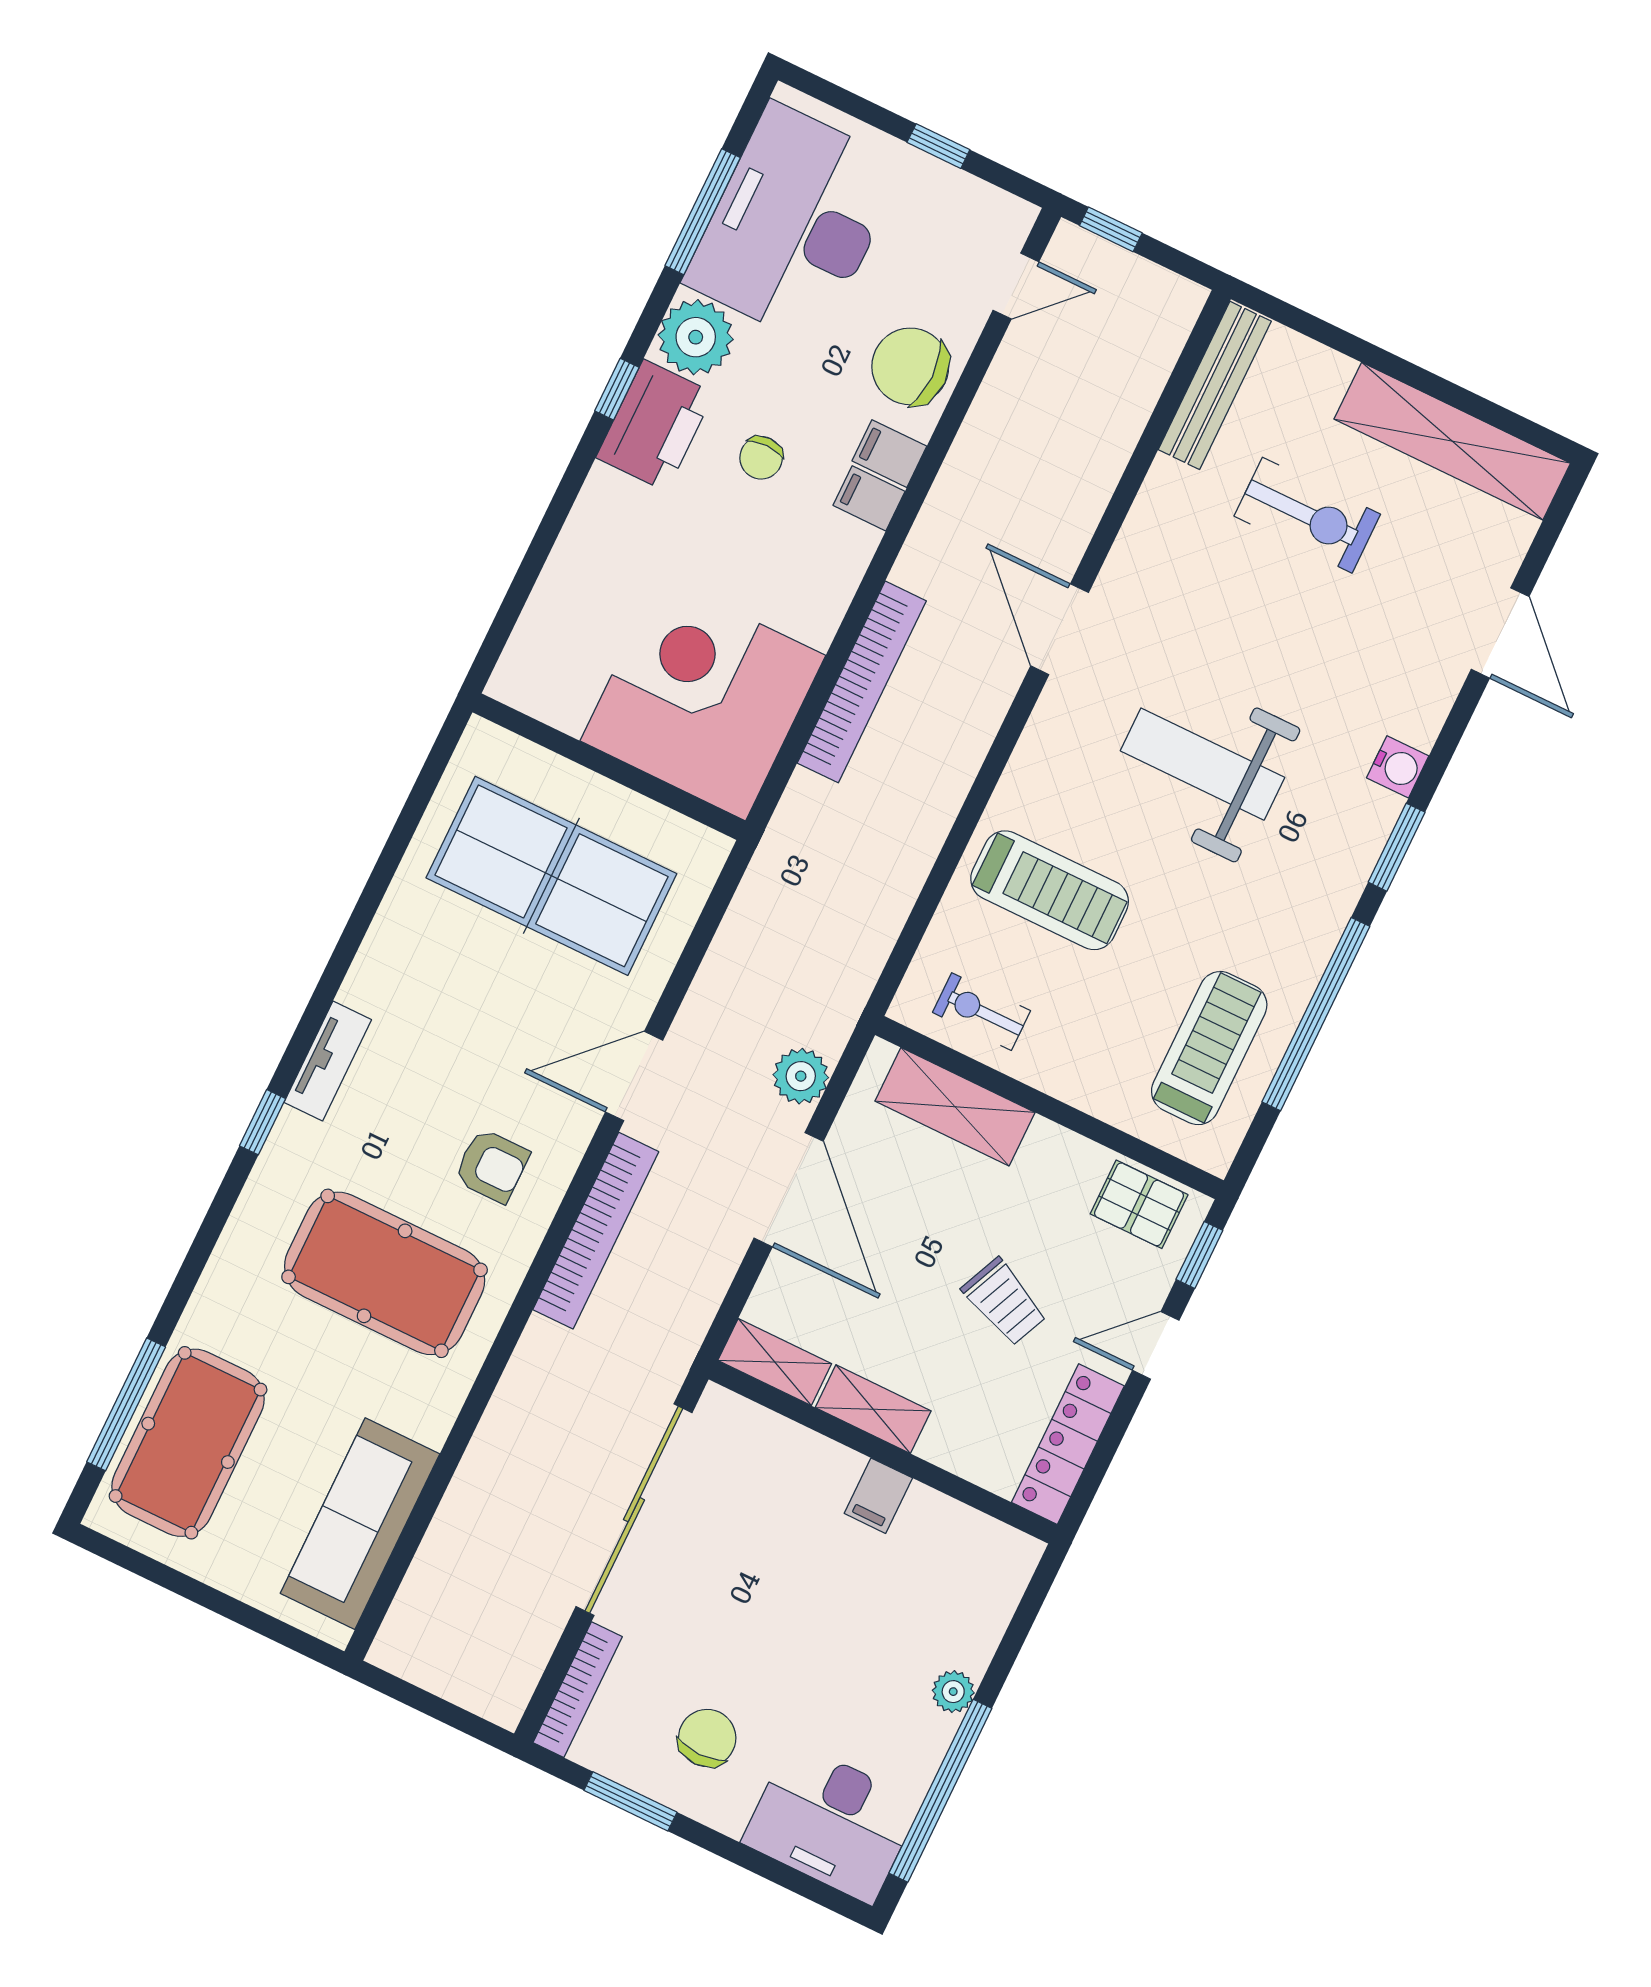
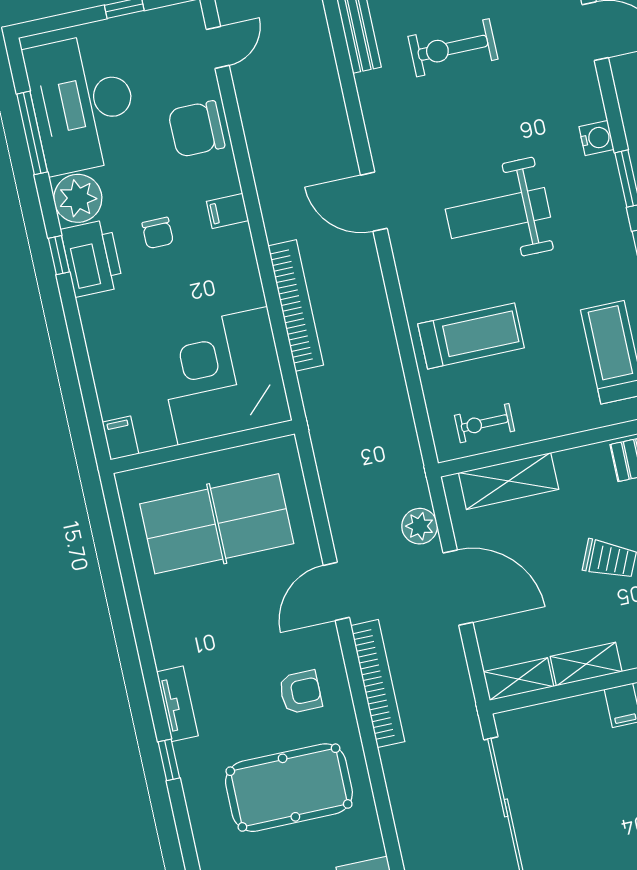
filing cabinet: (889, 454) -> (120, 438), moved, turned 90
exercise bike: (1307, 515) -> (453, 48), turned 180

